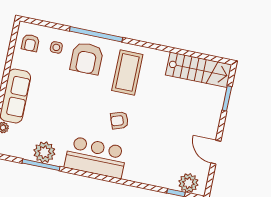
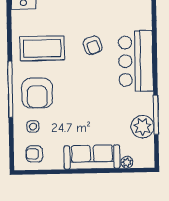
armchair: (30, 43) -> (34, 154), turned 180
armchair: (87, 58) -> (37, 93), turned 90
plant: (44, 152) -> (143, 127), moved

